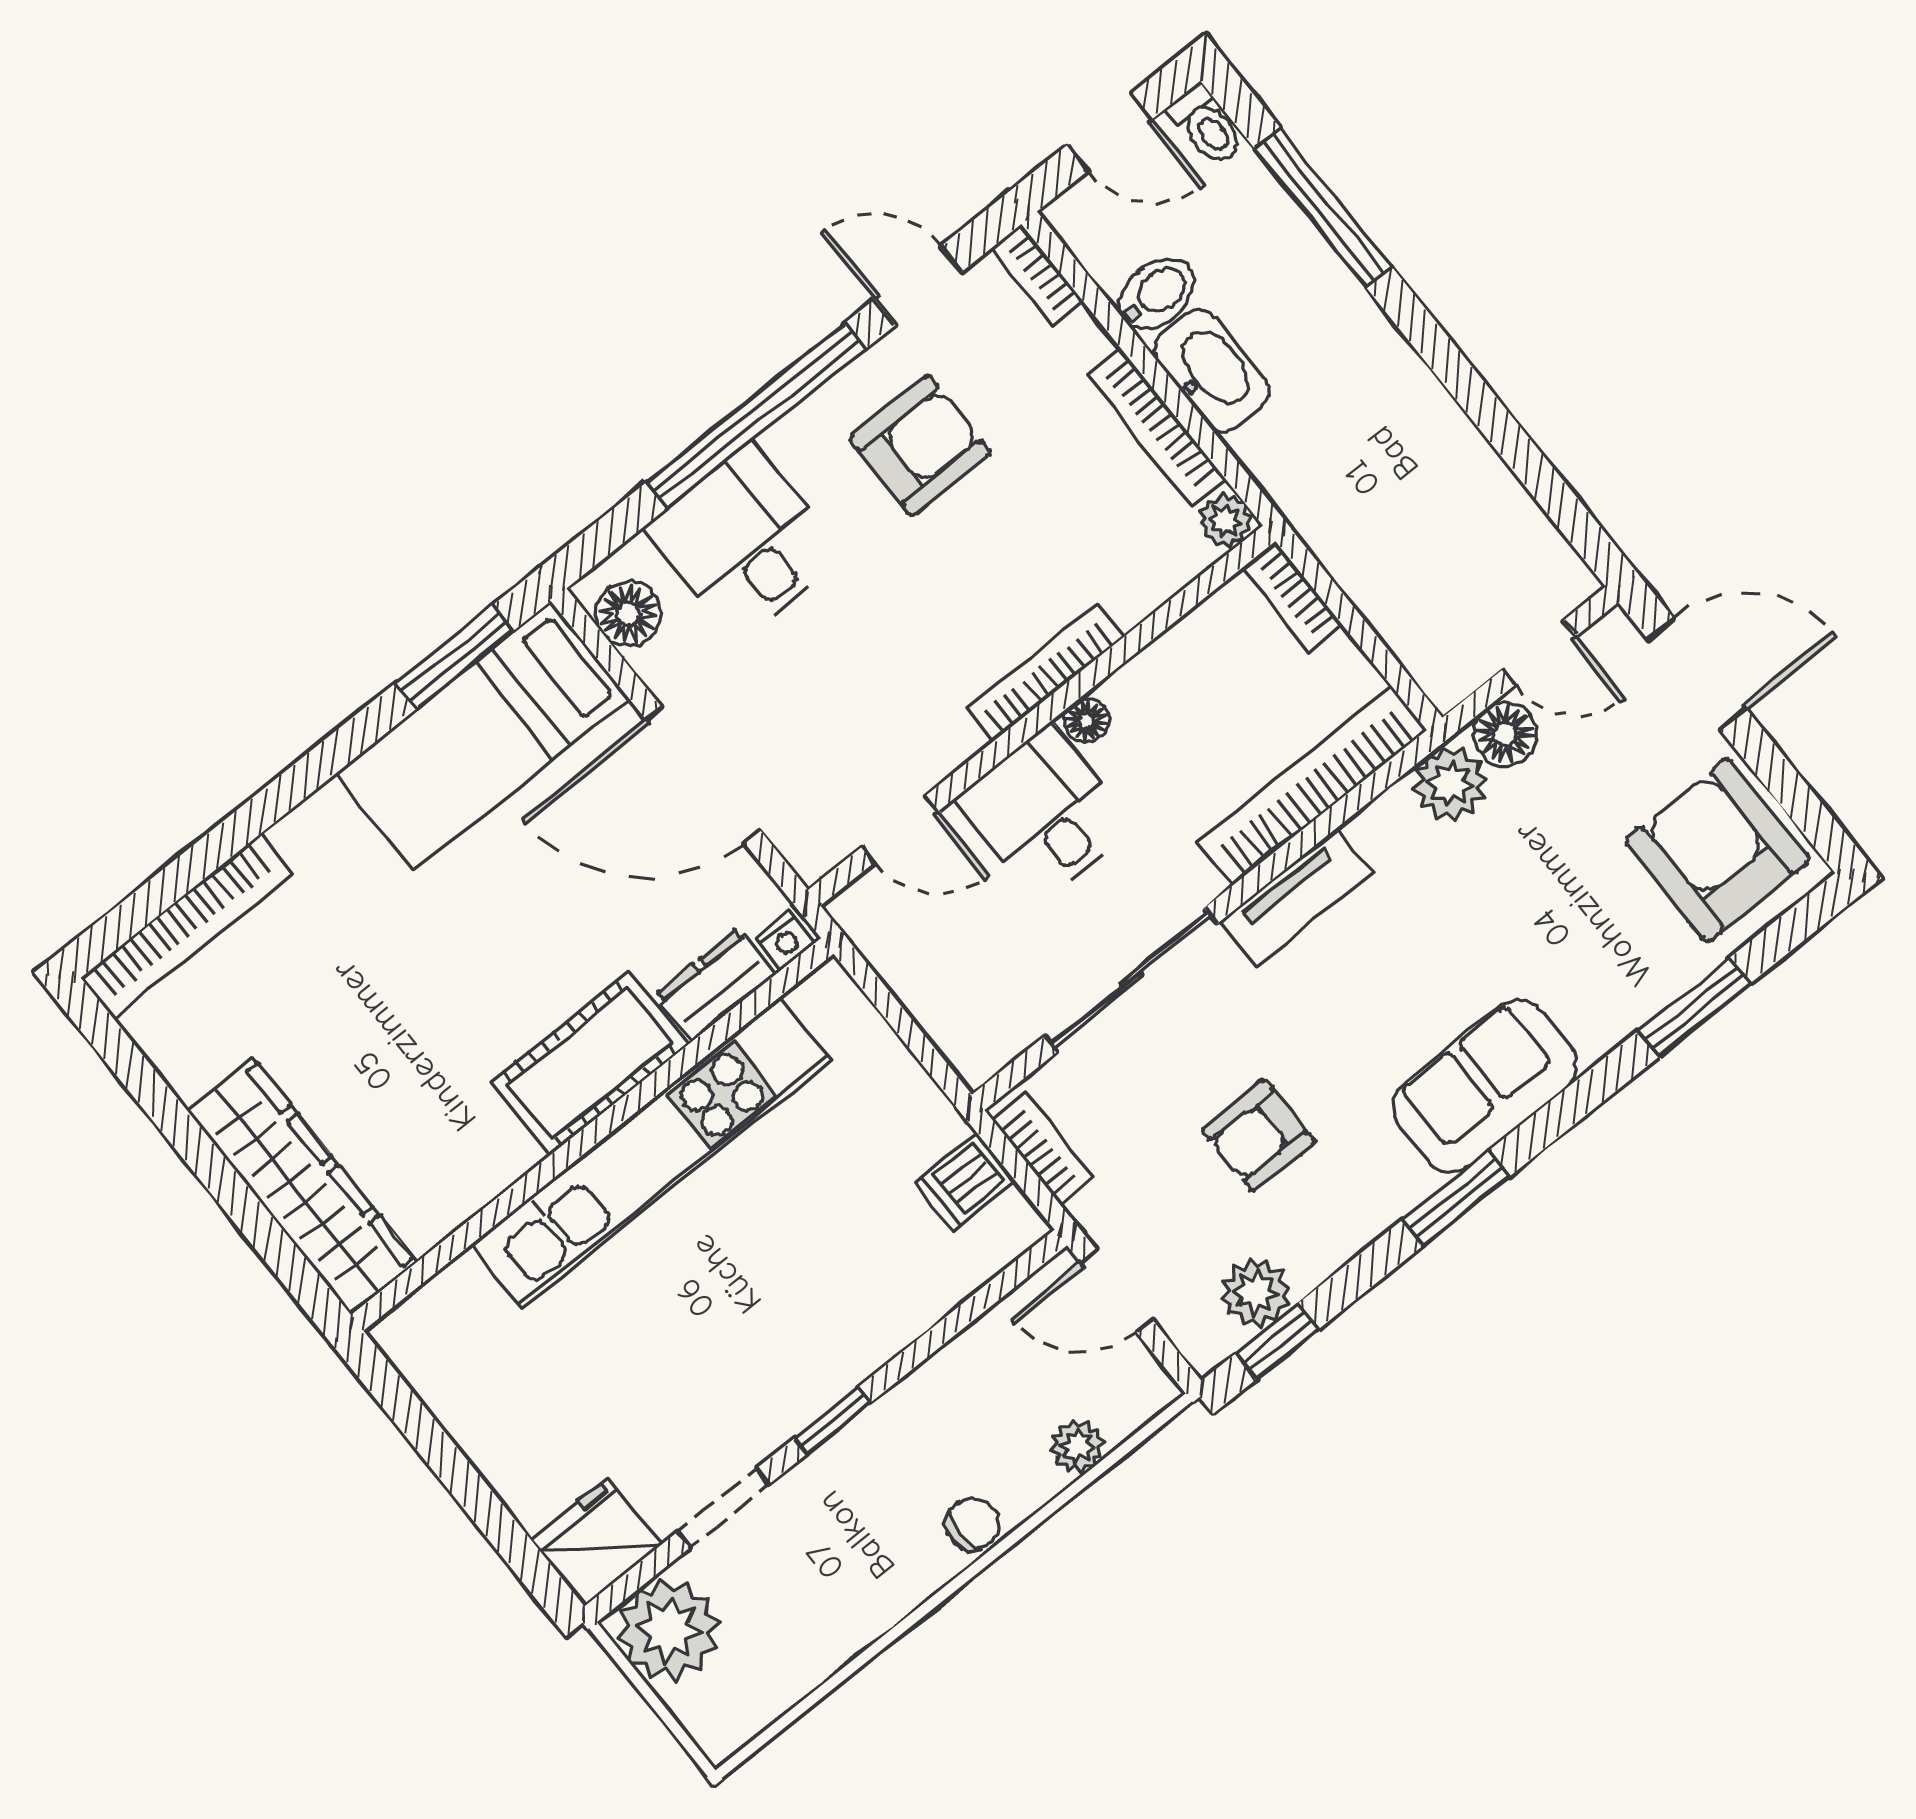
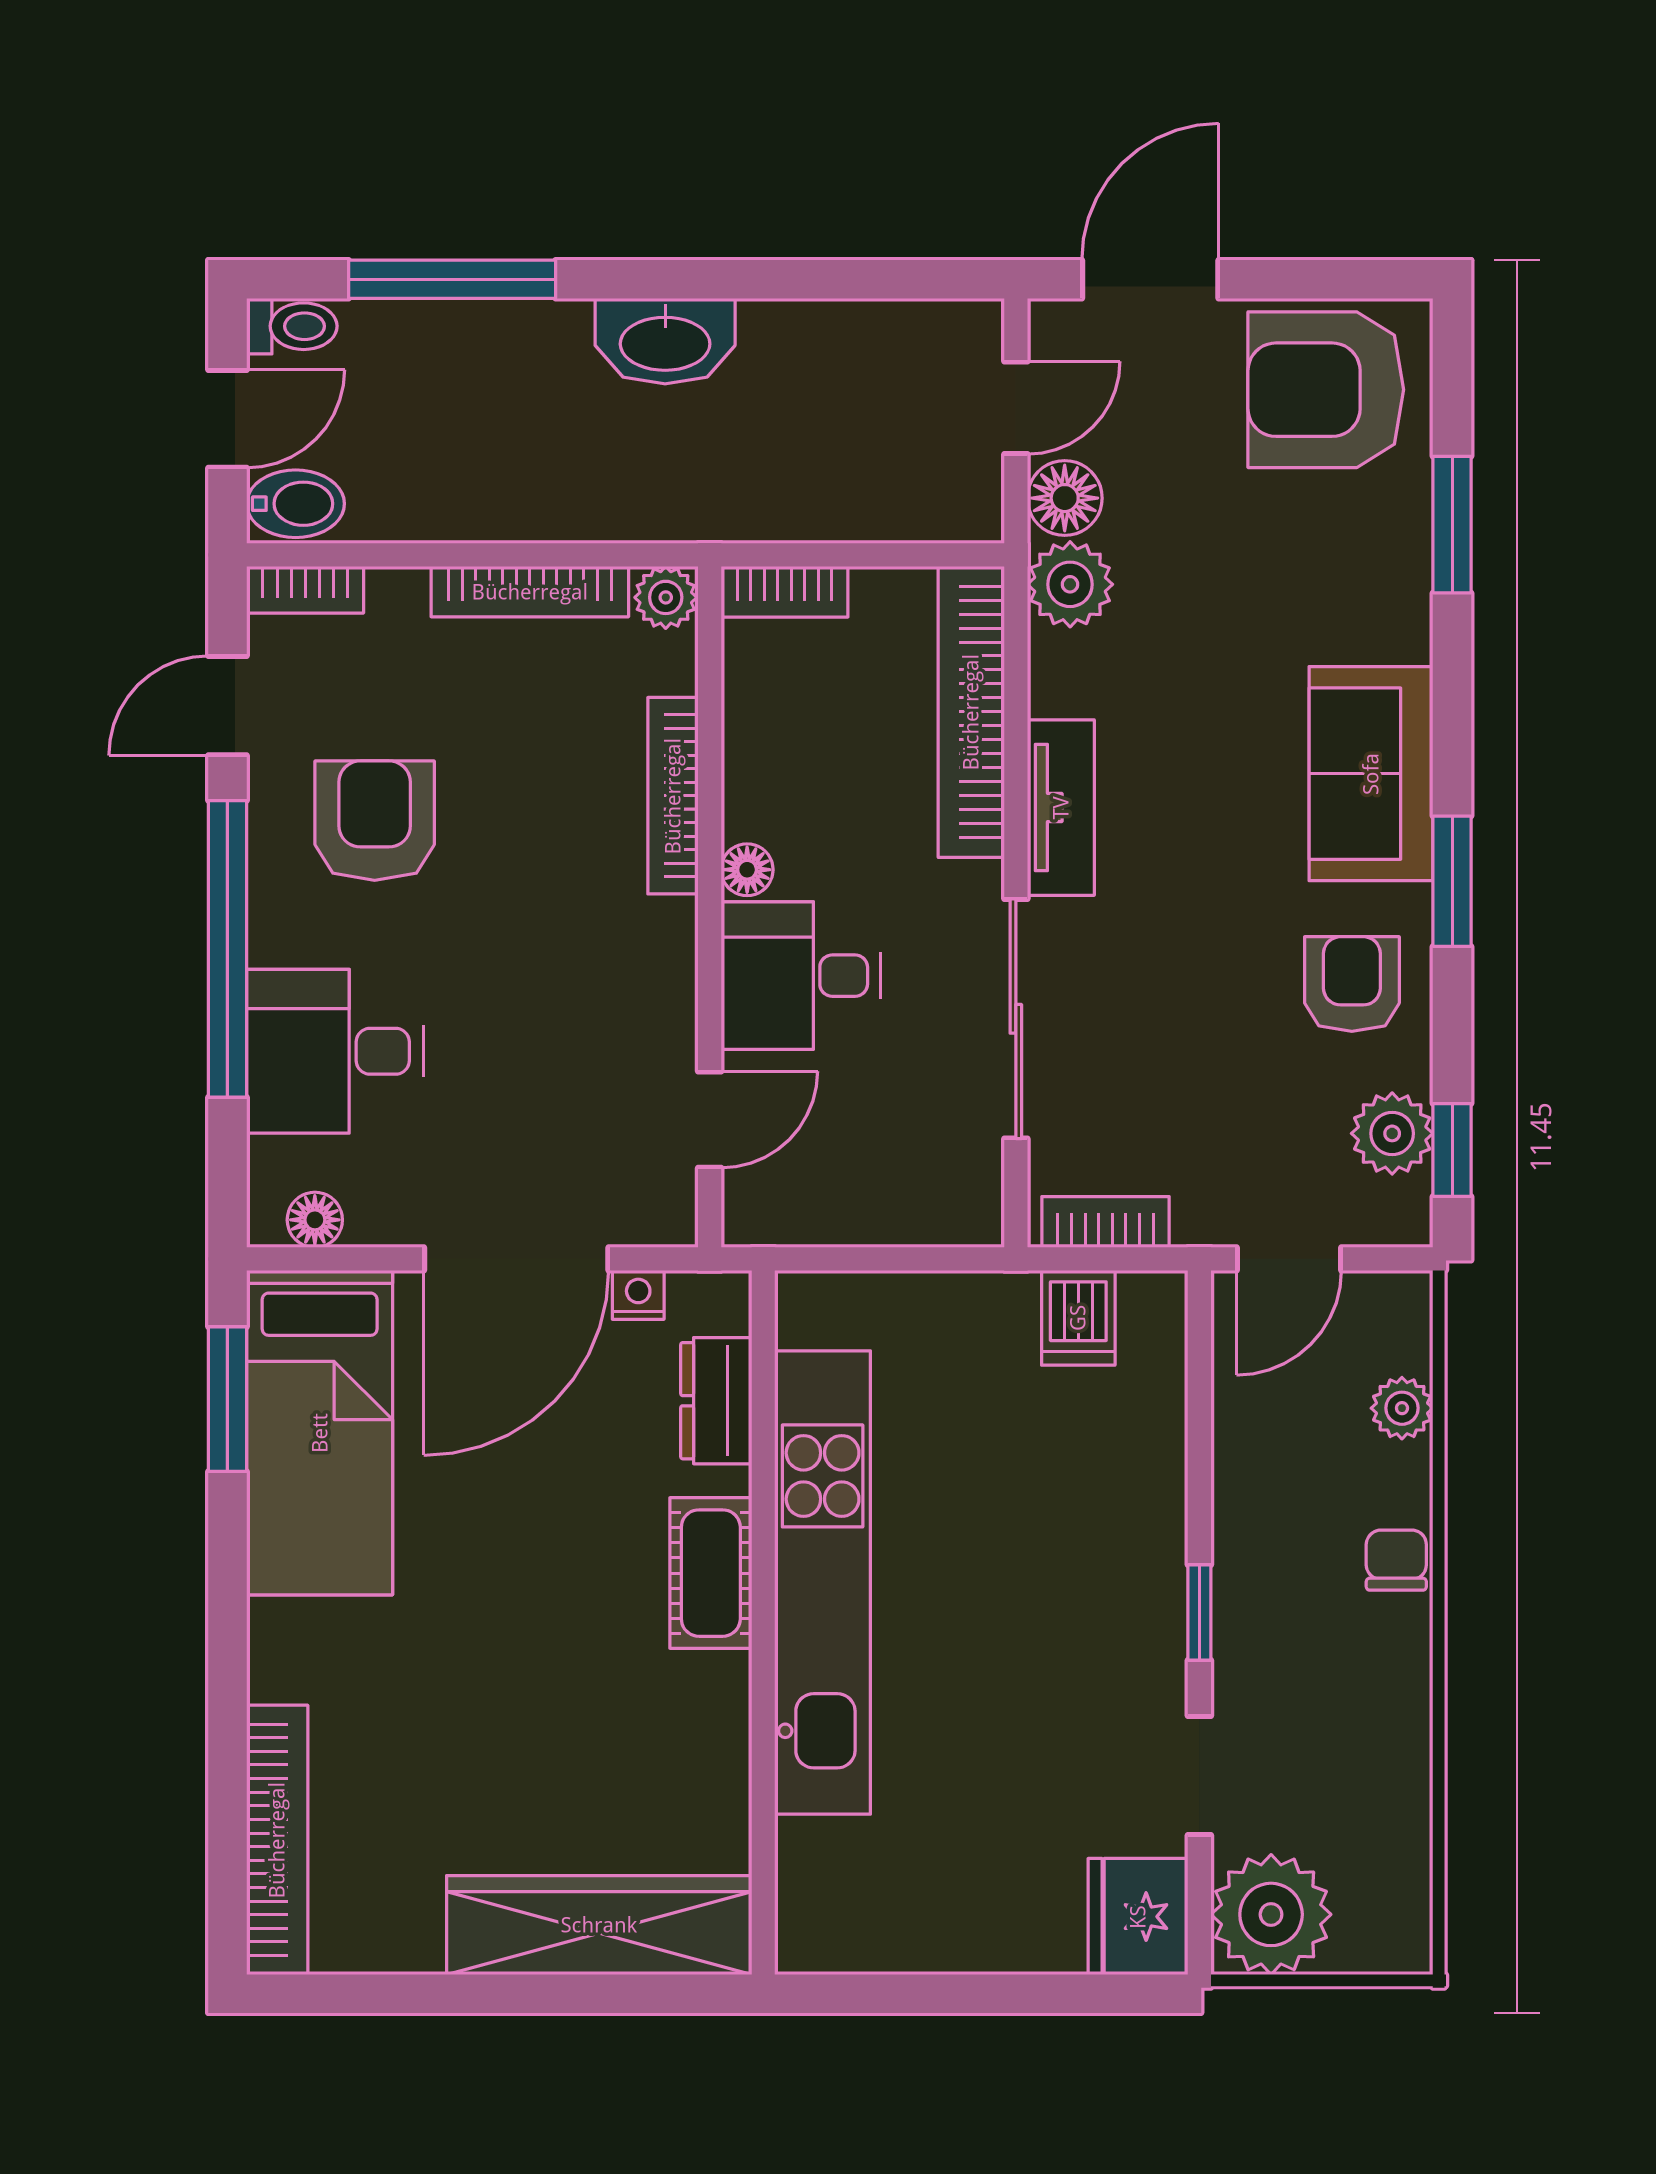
bidet: (1157, 294) -> (296, 504), moved, turned 90
washbasin: (1211, 371) -> (665, 341), moved, turned 180
floor lamp: (628, 614) -> (315, 1220), width x0.73, depth x0.73
bookcase: (1045, 673) -> (673, 796), moved
nightstand: (785, 941) -> (638, 1295), moved, turned -90
cot: (590, 1064) -> (711, 1573), width x0.73, depth x0.75
armchair: (1259, 1135) -> (1352, 984), moved, turned 180

